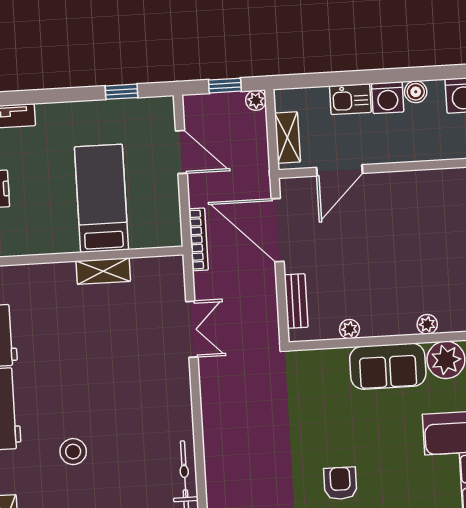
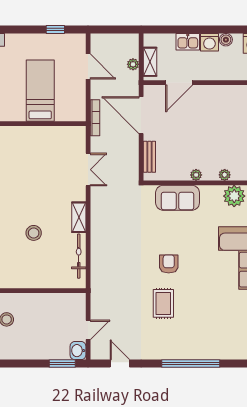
window: (225, 86) -> (116, 30), removed
plant: (256, 100) -> (133, 64), moved
shelving: (103, 271) -> (79, 217), moved, turned 90
plant: (349, 329) -> (196, 175), moved
sofa: (388, 366) -> (178, 198), moved
stool: (73, 452) -> (34, 233), moved

